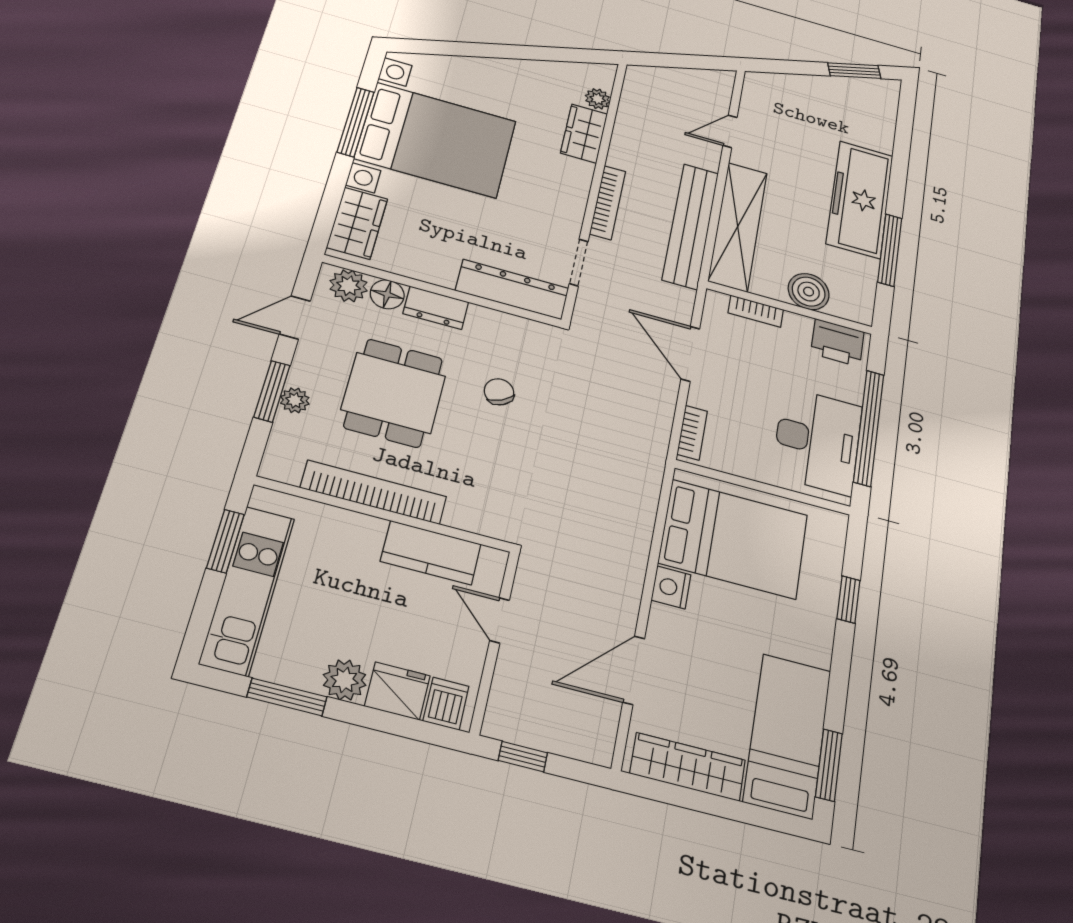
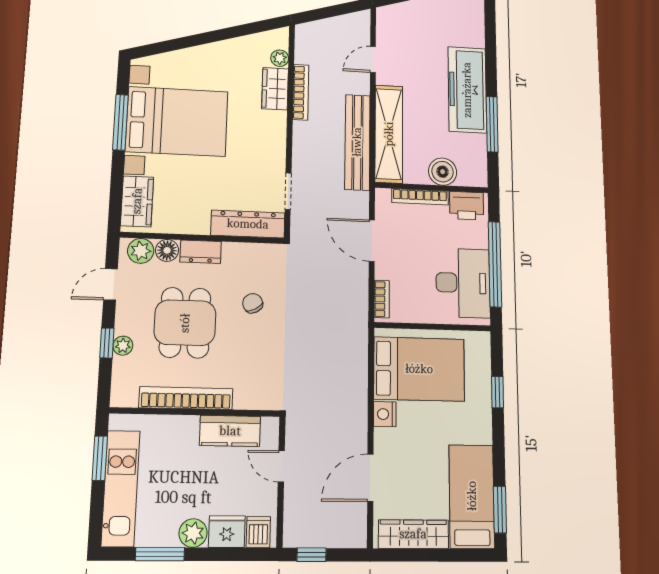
bookcase: (608, 203) -> (301, 92), moved
bookcase: (756, 311) -> (420, 197), width x1.56
window: (272, 391) -> (107, 343), width x0.67

